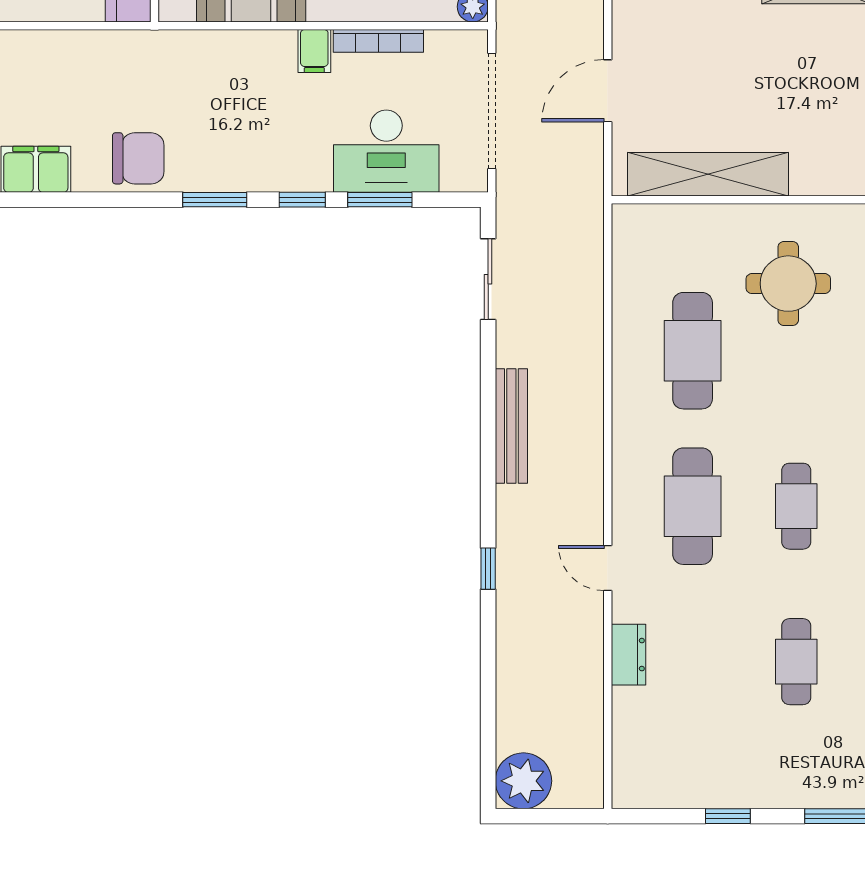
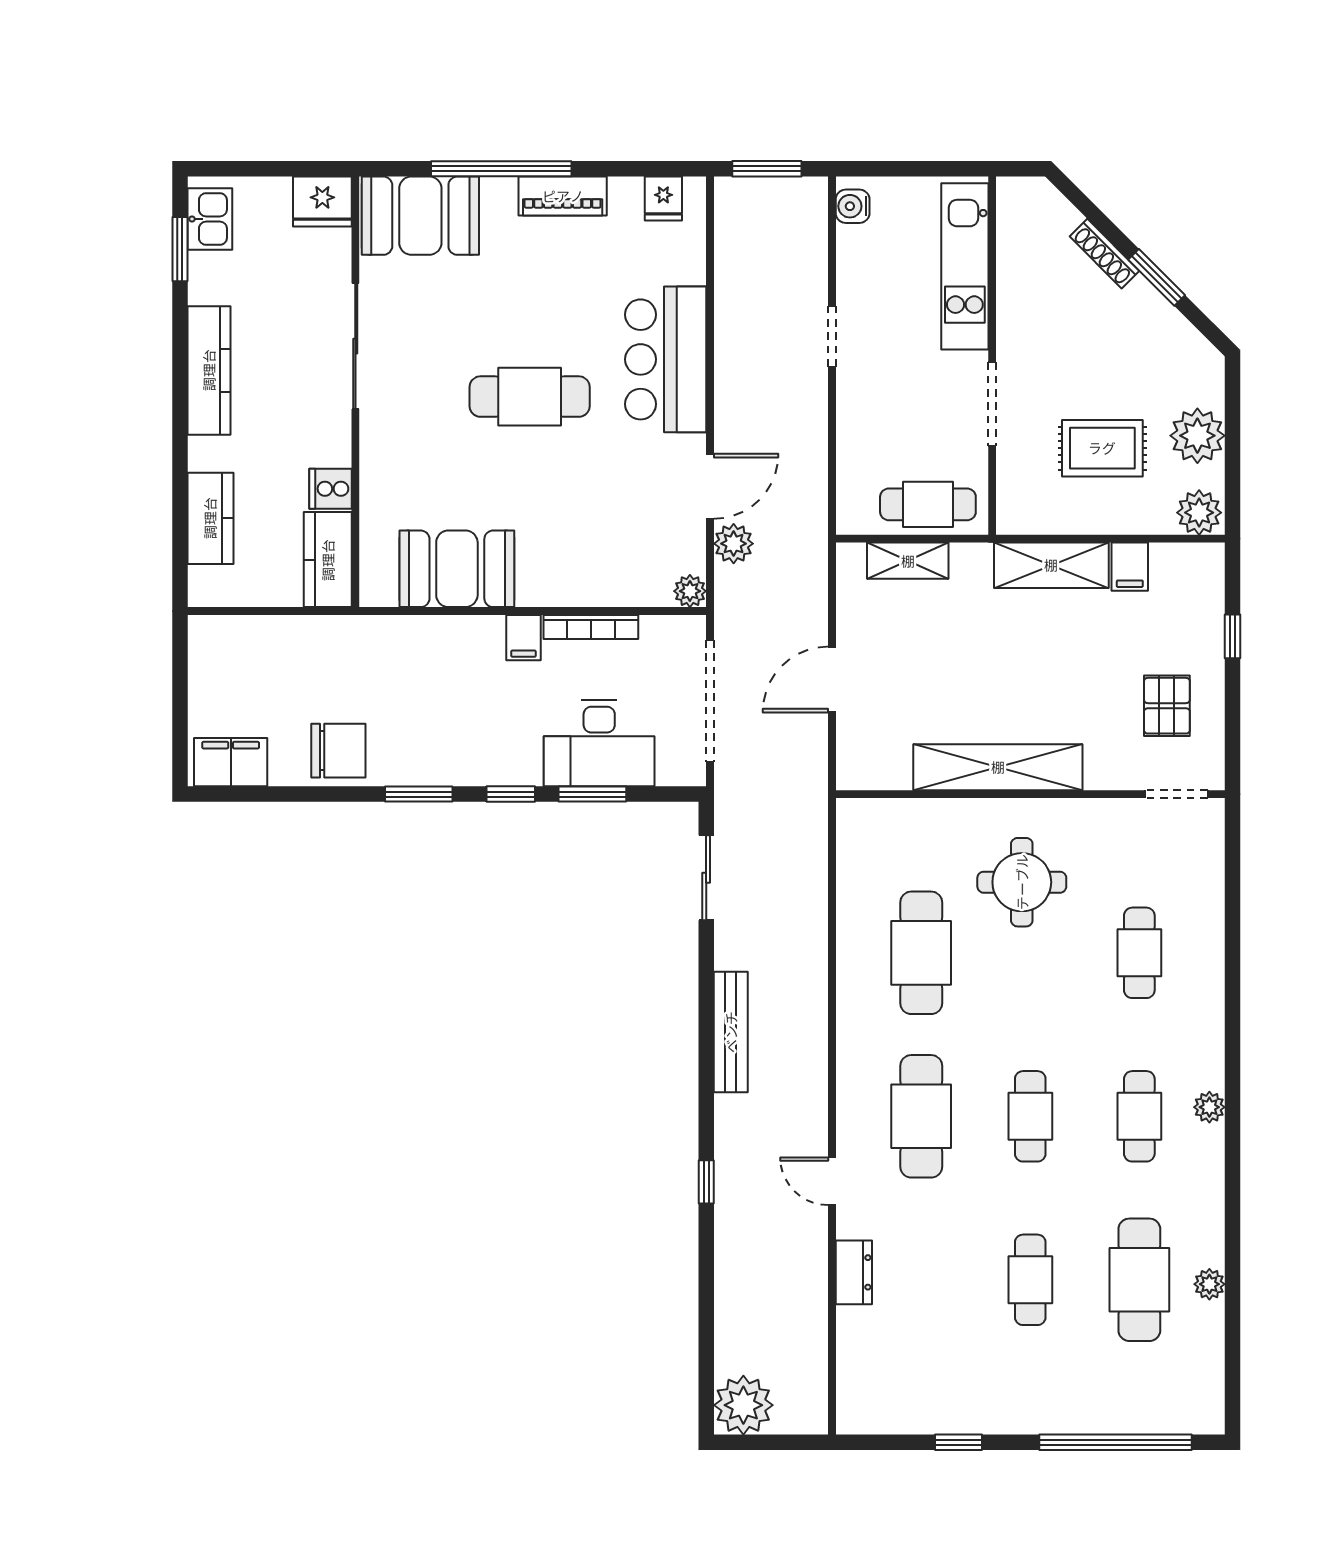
shelving: (708, 174) -> (998, 767), moved

